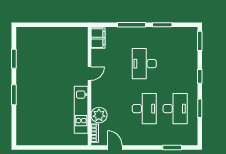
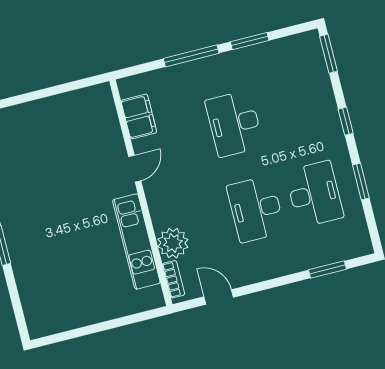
filing cabinet: (98, 38) -> (139, 116), moved
desk: (144, 109) -> (256, 209), turned 180

